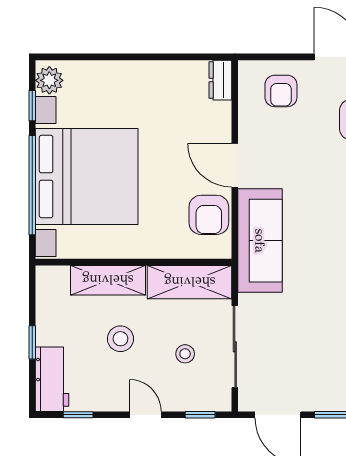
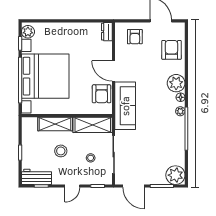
workbench: (52, 379) -> (36, 177), moved, turned -90
door: (145, 415) -> (72, 186), swing flipped

